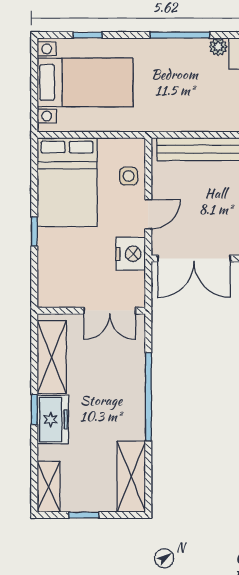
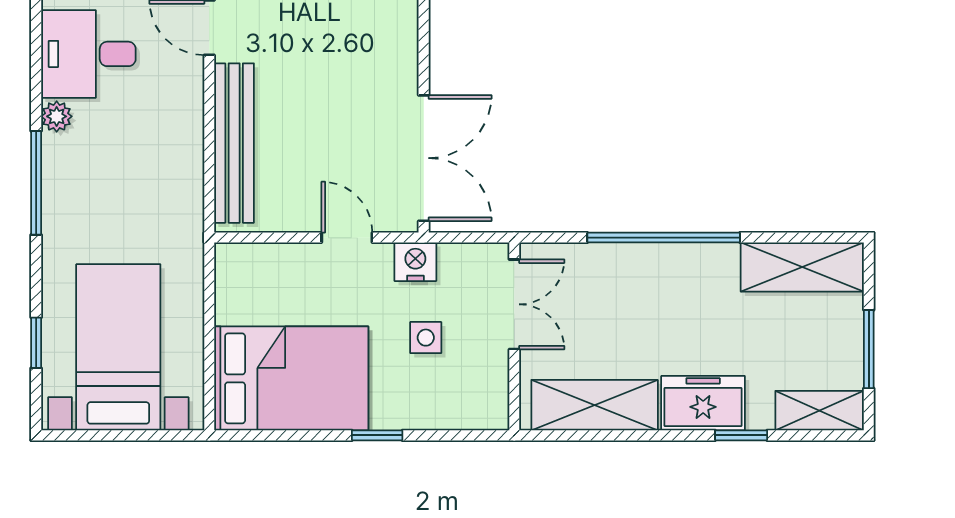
side table: (129, 176) -> (426, 338), moved
nightstand: (131, 254) -> (415, 262), width x0.74, depth x0.75
window: (34, 410) -> (741, 435), moved
window: (84, 515) -> (869, 349), width x1.50

